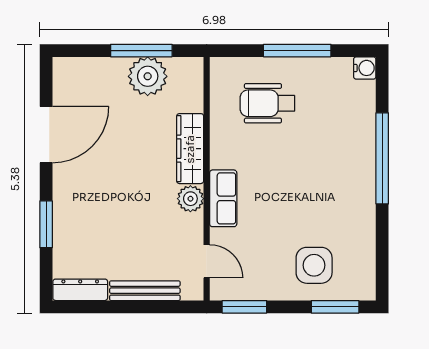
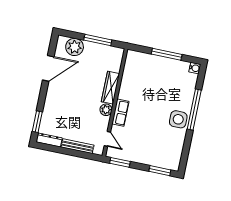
plant: (148, 76) -> (75, 47), moved
wheelchair: (267, 103) -> (149, 75), removed
window: (46, 224) -> (37, 122), moved
side table: (314, 265) -> (178, 119), moved

